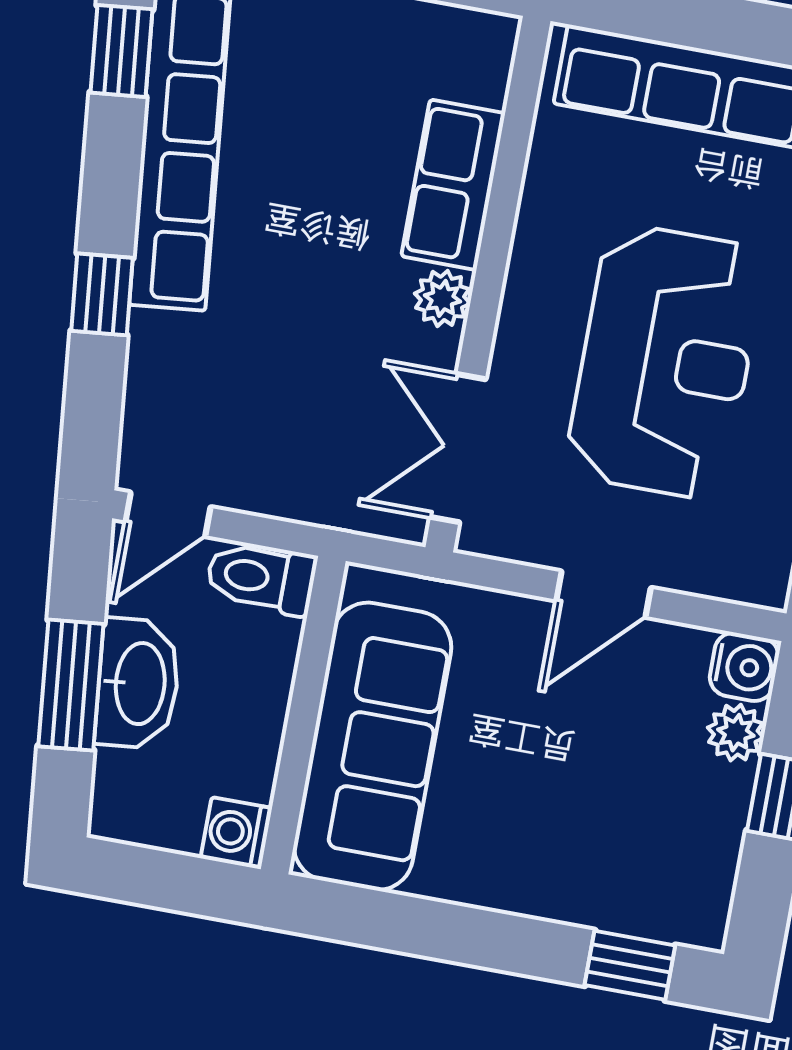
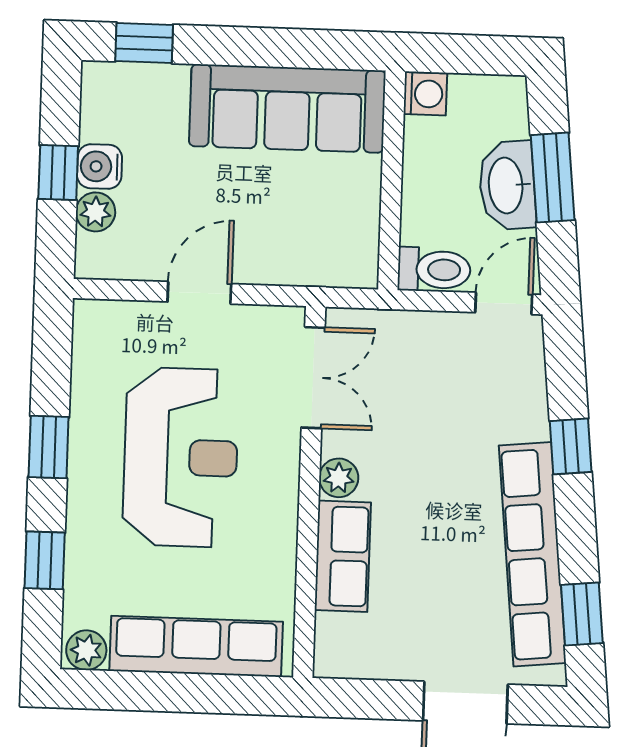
reception desk: (665, 362) -> (181, 457), turned 180
water cooler: (744, 667) -> (100, 166), moved
sofa: (373, 746) -> (287, 108), moved, turned -90

